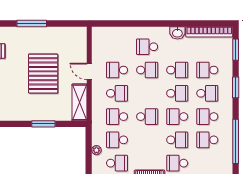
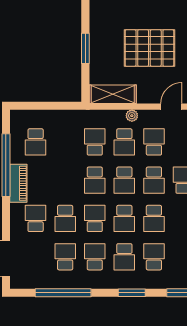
door: (89, 71) -> (171, 107), moved
school desk: (117, 140) -> (124, 180), moved, turned 180
plant: (96, 150) -> (132, 116), moved

